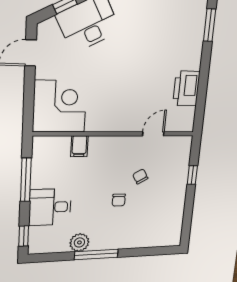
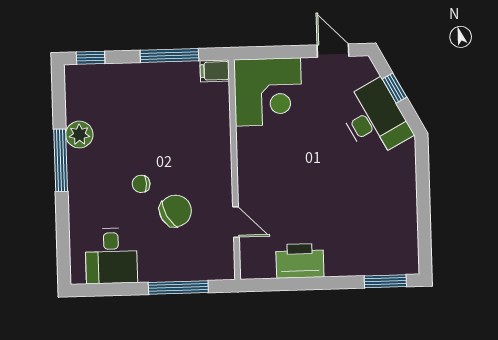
filing cabinet: (79, 146) -> (215, 71), moved
window: (192, 175) -> (178, 287), width x2.17
chair: (140, 176) -> (175, 211), width x1.87, depth x1.87
desk: (50, 207) -> (111, 256), moved, turned 180

